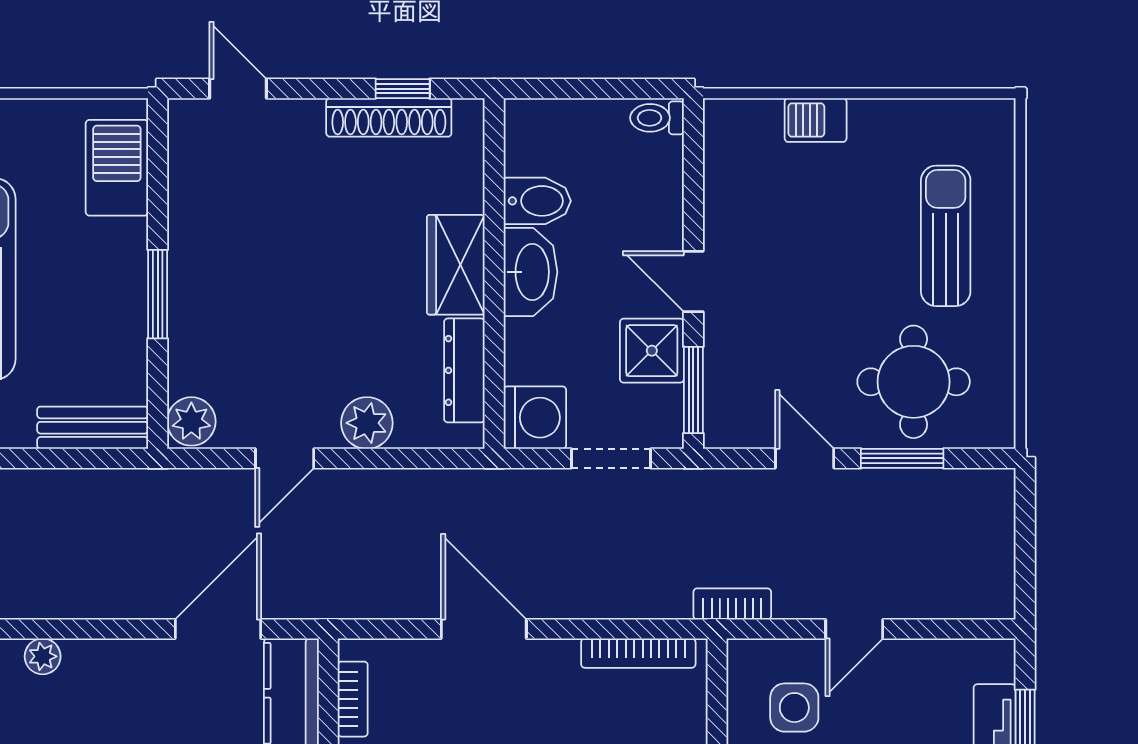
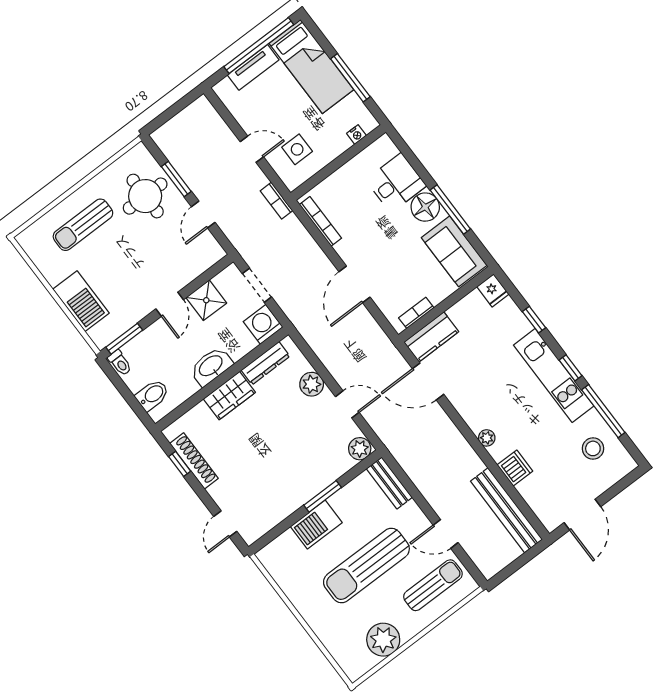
barbecue: (816, 120) -> (81, 301), width x1.88, depth x1.53
barbecue: (117, 168) -> (316, 525), moved
bidet: (537, 201) -> (152, 395), moved, turned 90
window: (693, 390) -> (124, 339), moved

